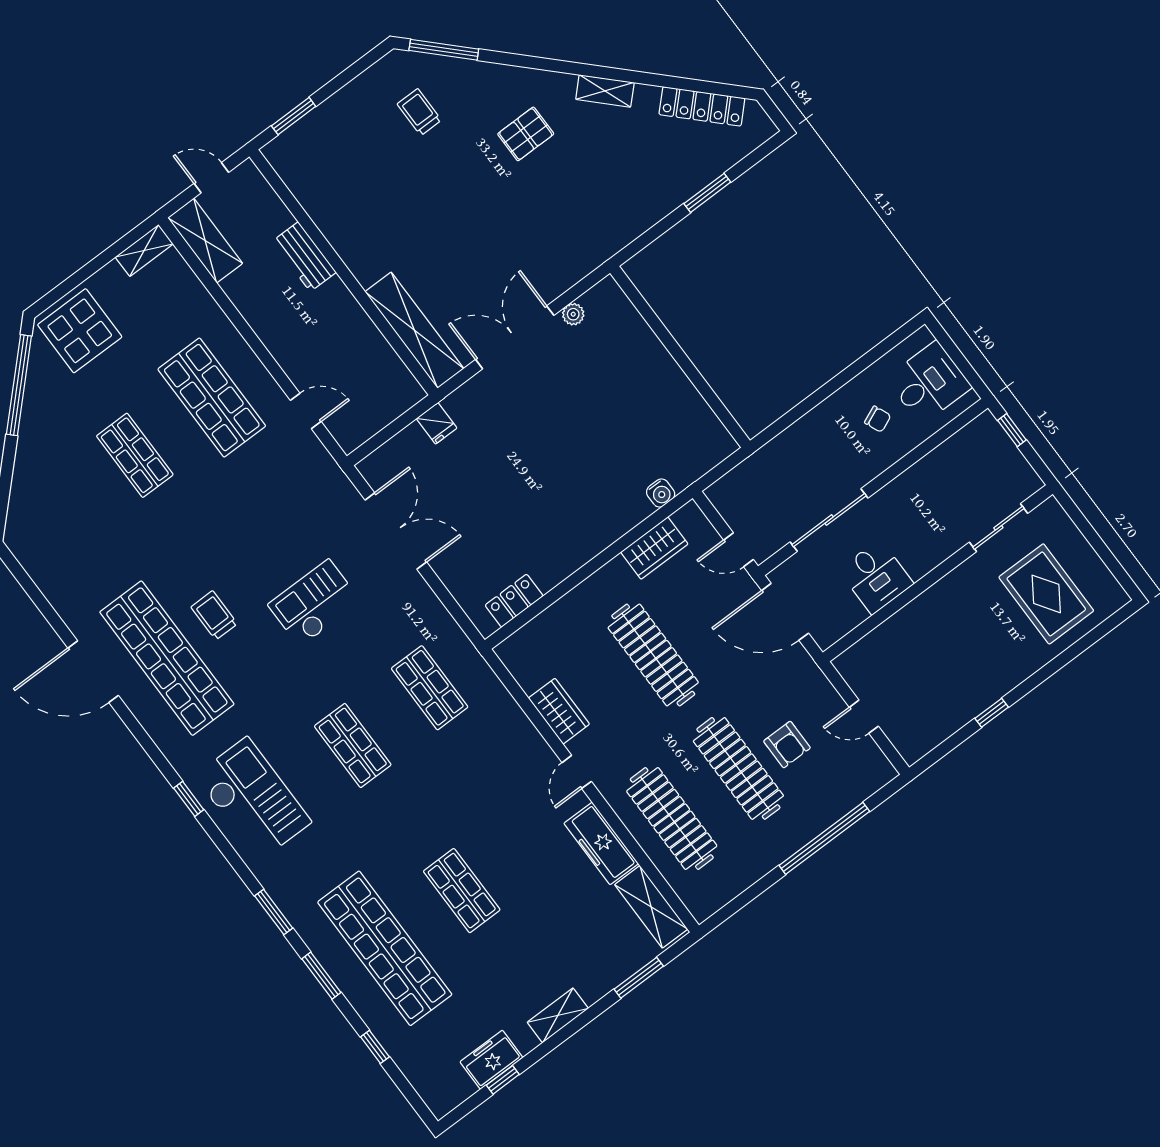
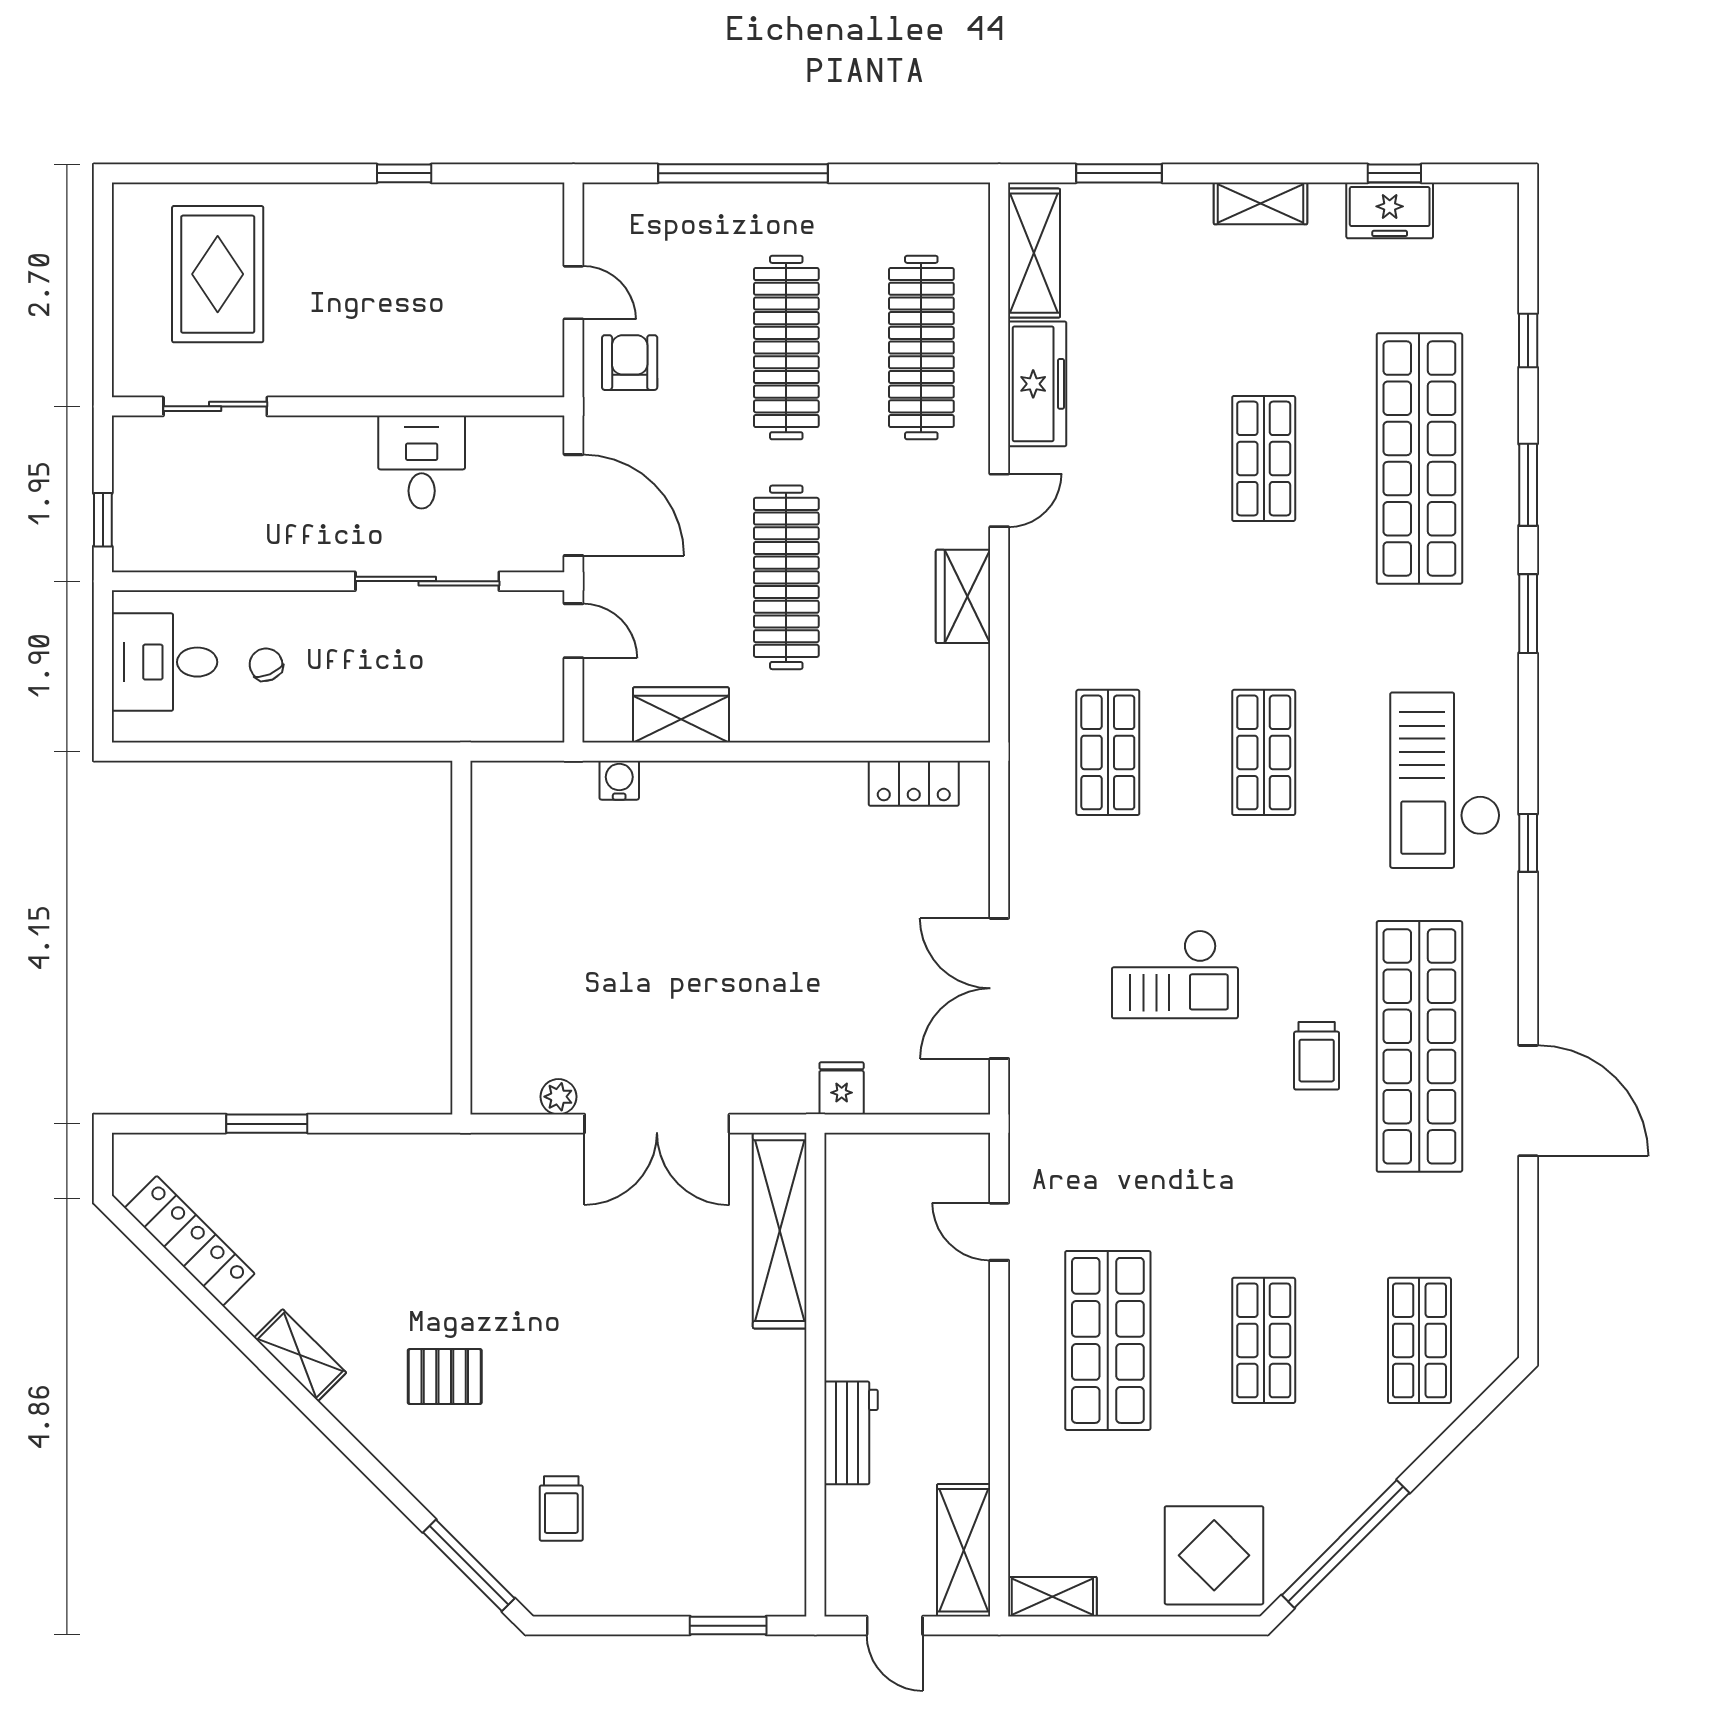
shop shelf: (58, 513) -> (1419, 1340), added
armchair: (787, 745) -> (630, 363), moved

